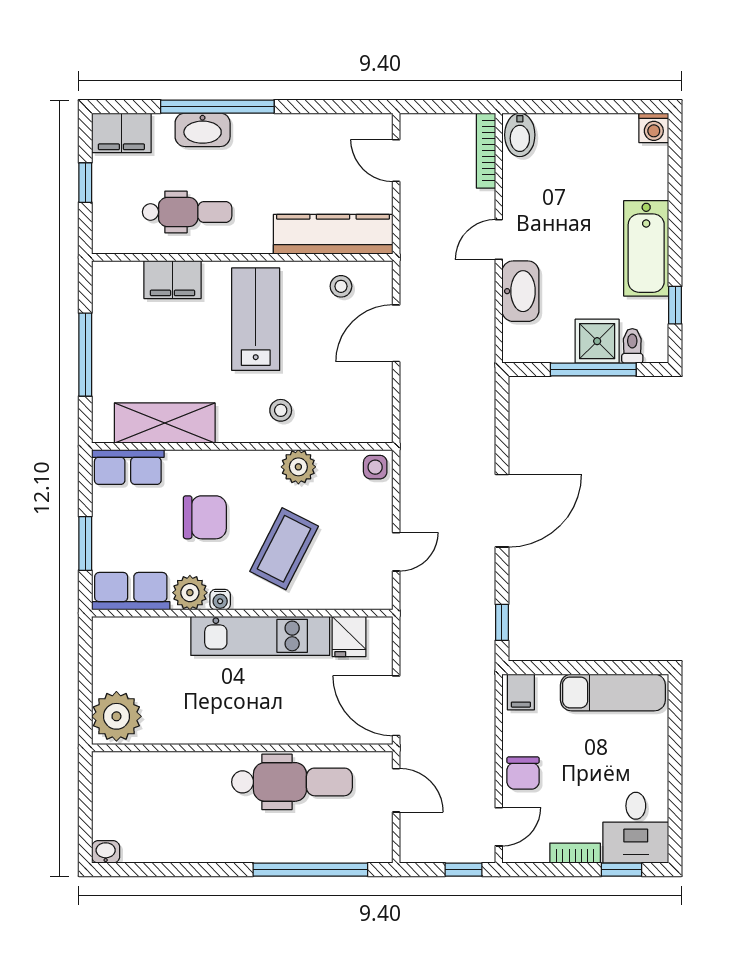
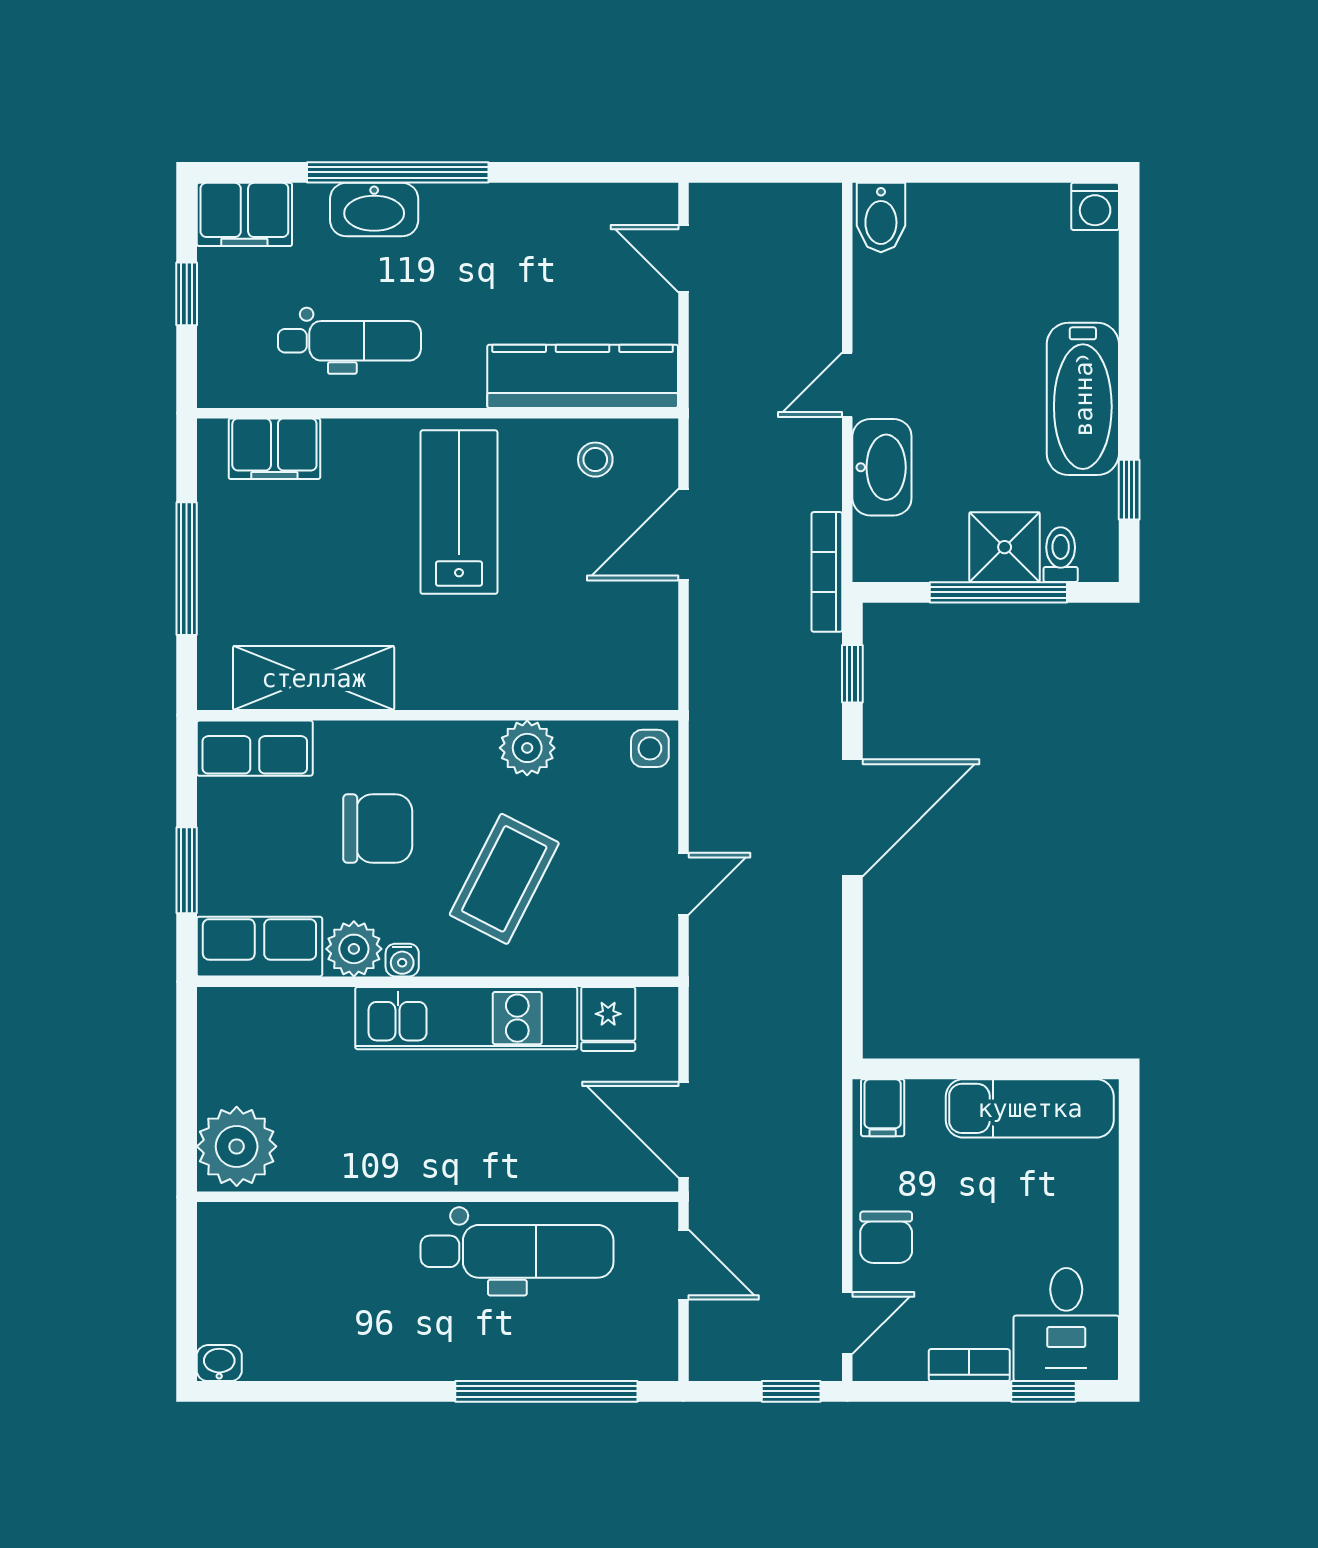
bookcase: (486, 151) -> (827, 572), moved
filing cabinet: (172, 280) -> (274, 449), moved
stool: (281, 410) -> (499, 658), removed
window: (502, 622) -> (852, 674), moved

